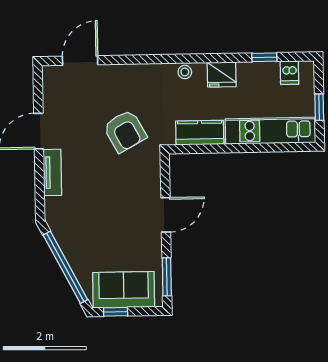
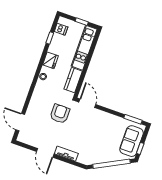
armchair: (125, 131) -> (60, 114), turned -61
door: (166, 215) -> (87, 103), moved

